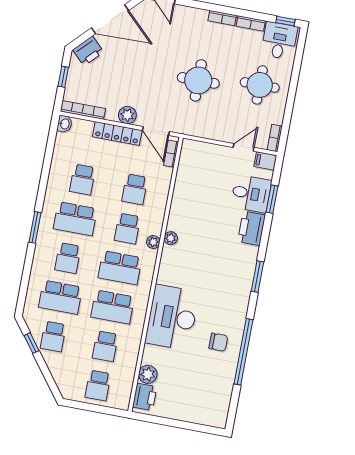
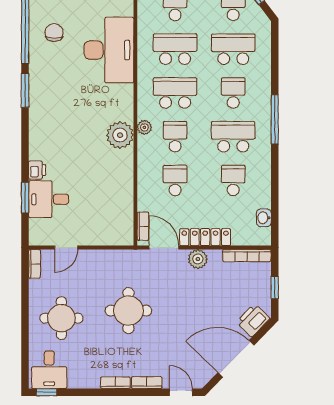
bookcase: (251, 23) -> (147, 383), moved
washbasin: (65, 124) -> (264, 218), moved
filing cabinet: (265, 161) -> (40, 237), removed
window: (35, 227) -> (275, 119), width x1.44
printer: (252, 228) -> (37, 170), width x0.53, depth x0.68
plant: (171, 238) -> (120, 135), width x1.87, depth x1.87
window: (257, 276) -> (25, 90), moved
chair: (218, 342) -> (54, 33), turned 90

